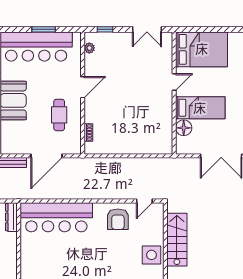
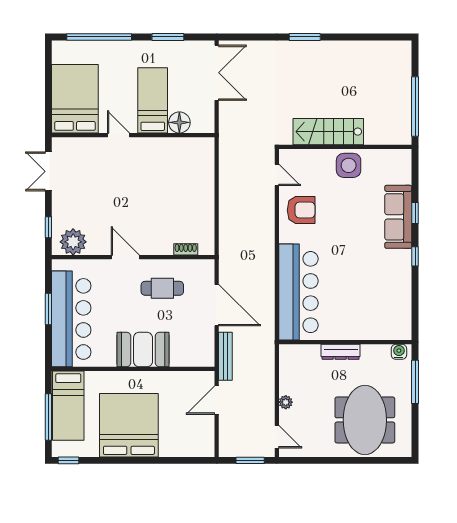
double door: (147, 29) -> (48, 171), swing flipped
plant: (89, 48) -> (73, 242), width x1.87, depth x1.87
dresser: (11, 217) -> (341, 352), moved

